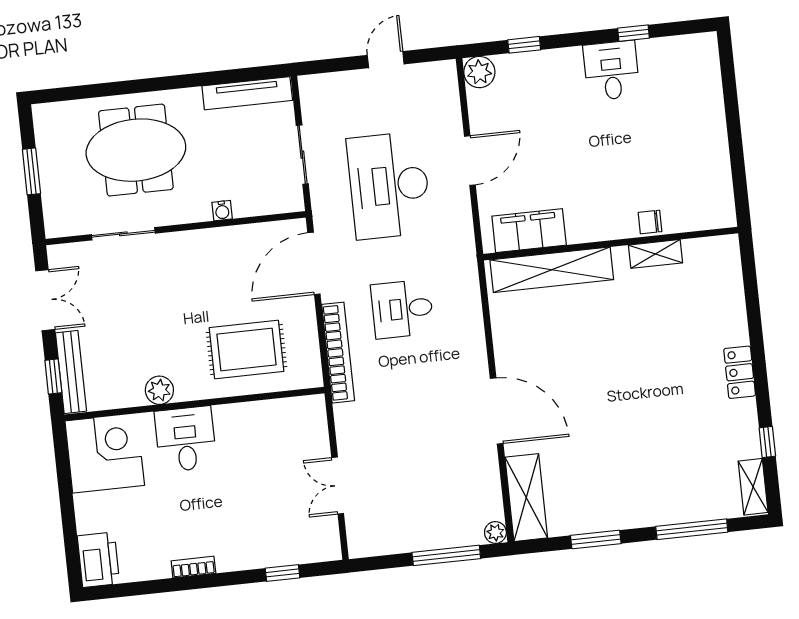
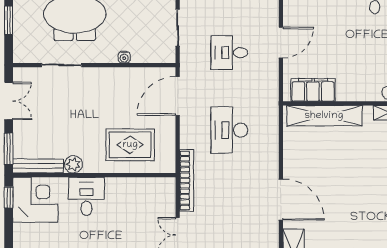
desk: (389, 185) -> (229, 53), width x0.53, depth x0.77
desk: (402, 309) -> (229, 130), width x1.37
bookcase: (338, 353) -> (187, 180), moved
bench: (71, 372) -> (38, 166), moved, turned 90
window: (53, 377) -> (9, 149), width x1.50
window: (62, 454) -> (9, 197), added

